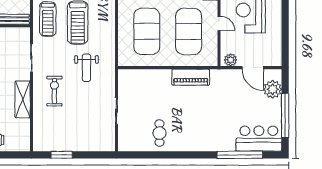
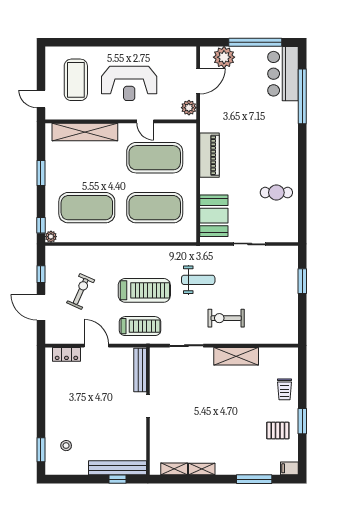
door: (219, 23) -> (145, 121), swing flipped
booth: (140, 81) -> (214, 216), added
window: (62, 155) -> (302, 281), moved

